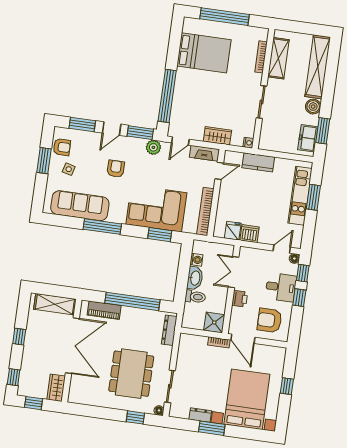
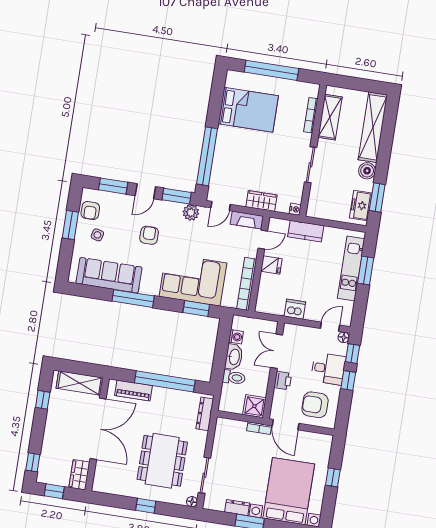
armchair: (62, 147) -> (90, 211), turned 90
fridge: (233, 231) -> (271, 265), moved, turned 90
window: (19, 337) -> (43, 400), moved
window: (135, 417) -> (146, 506), moved

